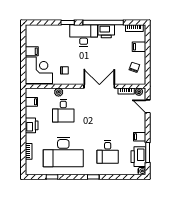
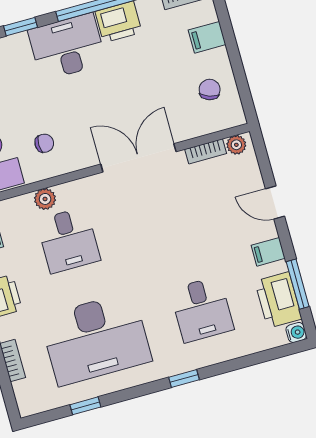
door: (148, 106) -> (275, 202), moved

